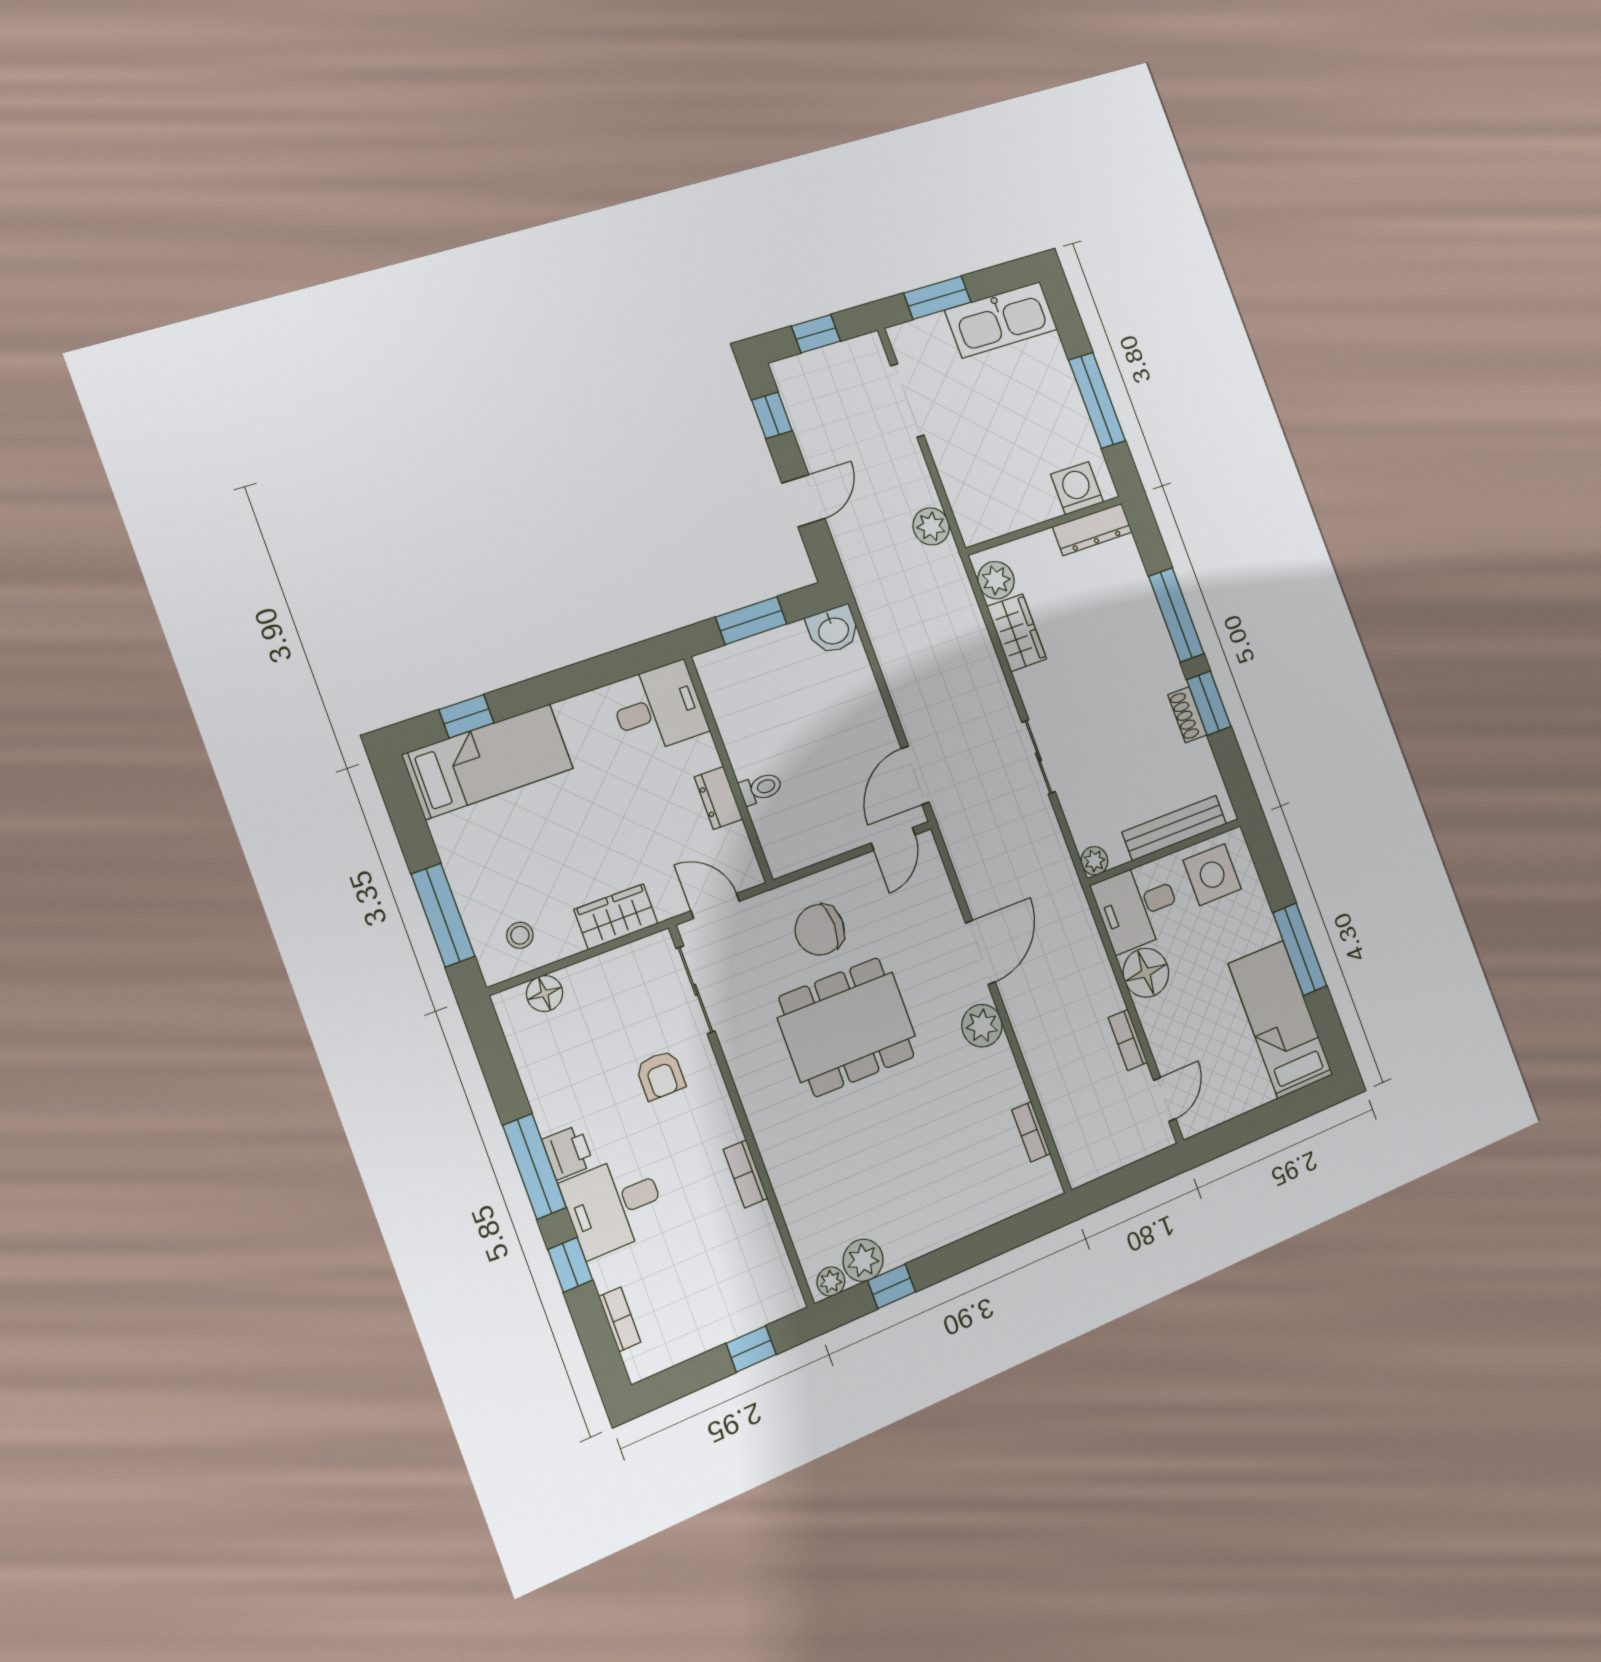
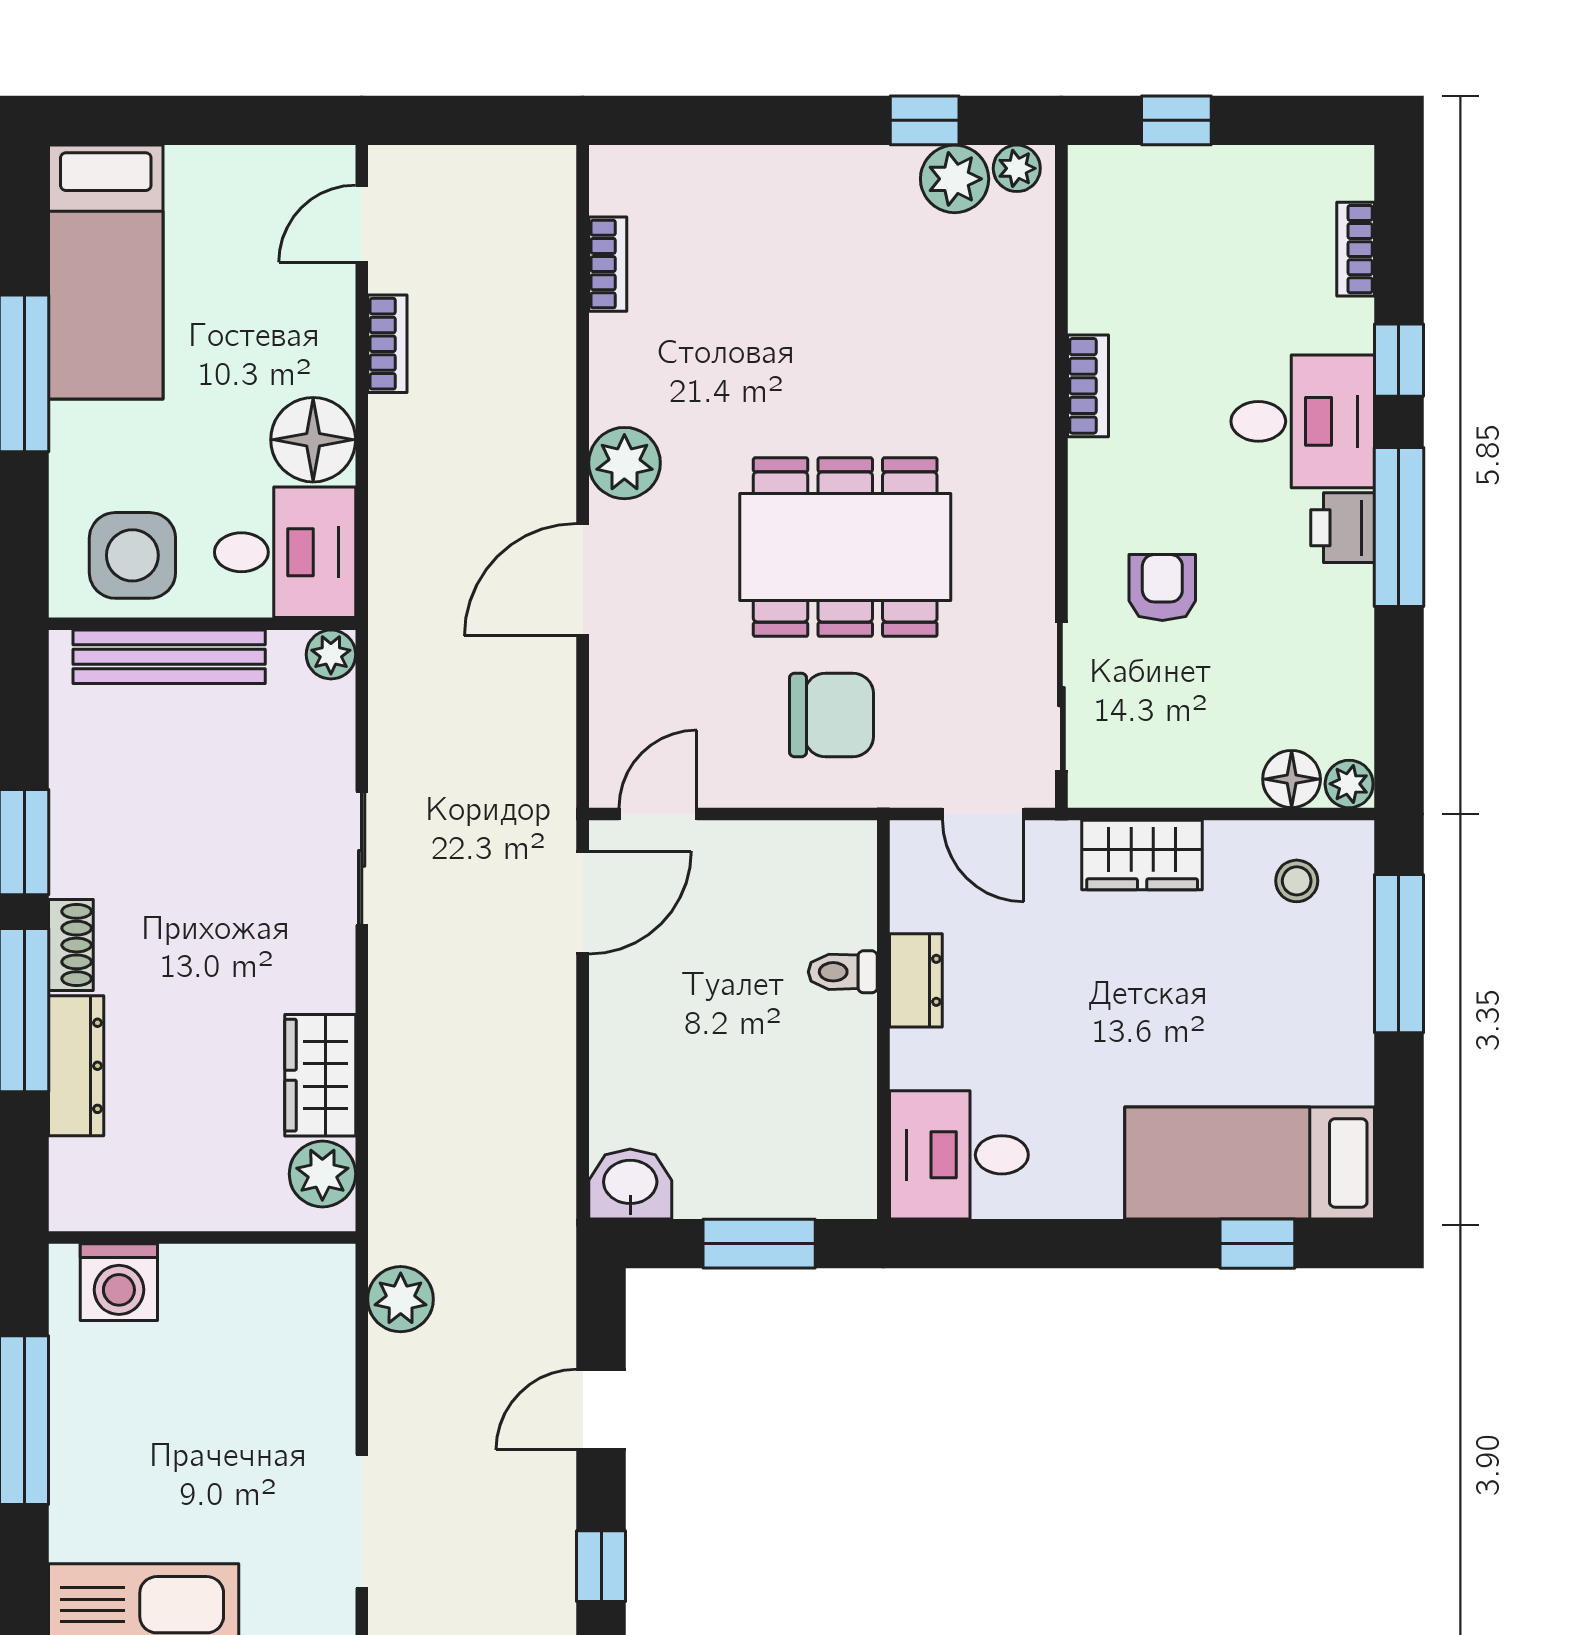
dresser: (1092, 529) -> (76, 1066), moved, turned 90
shoe rack: (1187, 715) -> (71, 945), moved
plant: (509, 1004) -> (1349, 784), added

